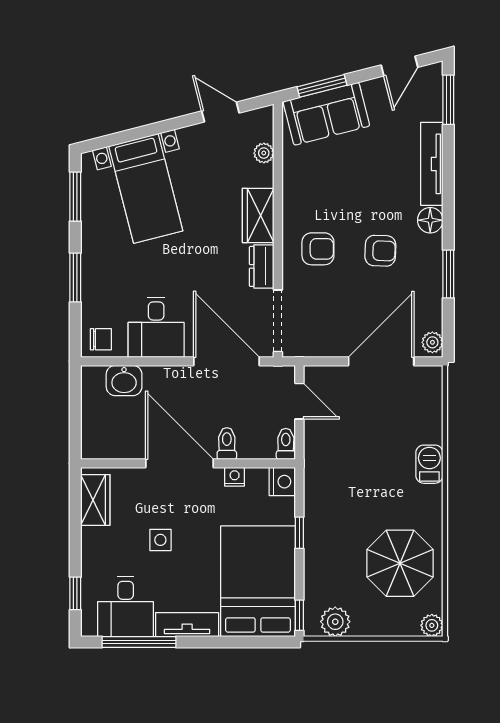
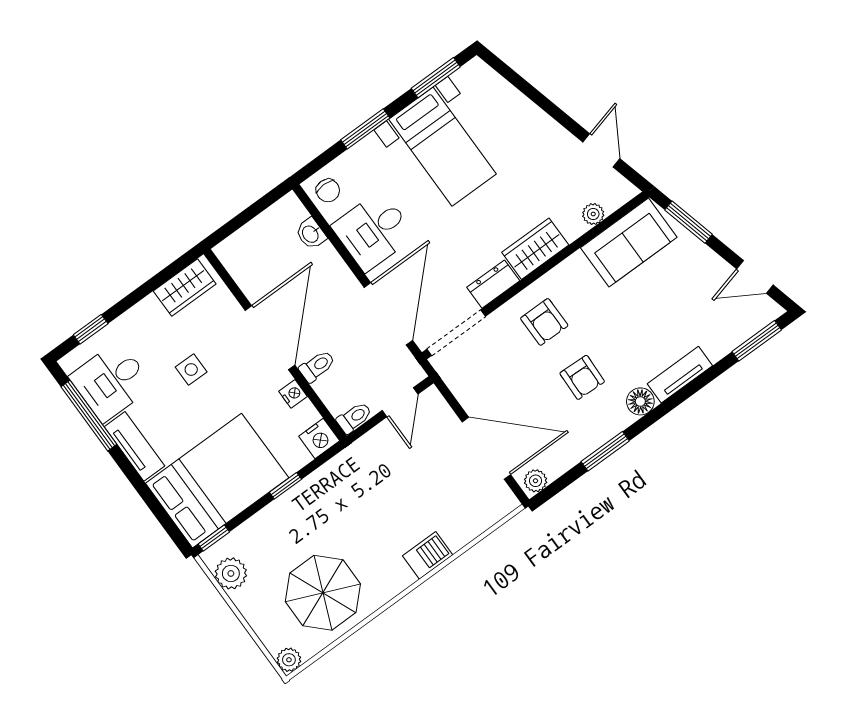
sofa: (326, 114) -> (629, 242), moved, turned -76
tv unit: (432, 164) -> (680, 375), width x0.71
bed with nightstands: (146, 188) -> (443, 147), moved, turned -76
washbasin: (124, 381) -> (311, 234), width x0.72, depth x0.69

